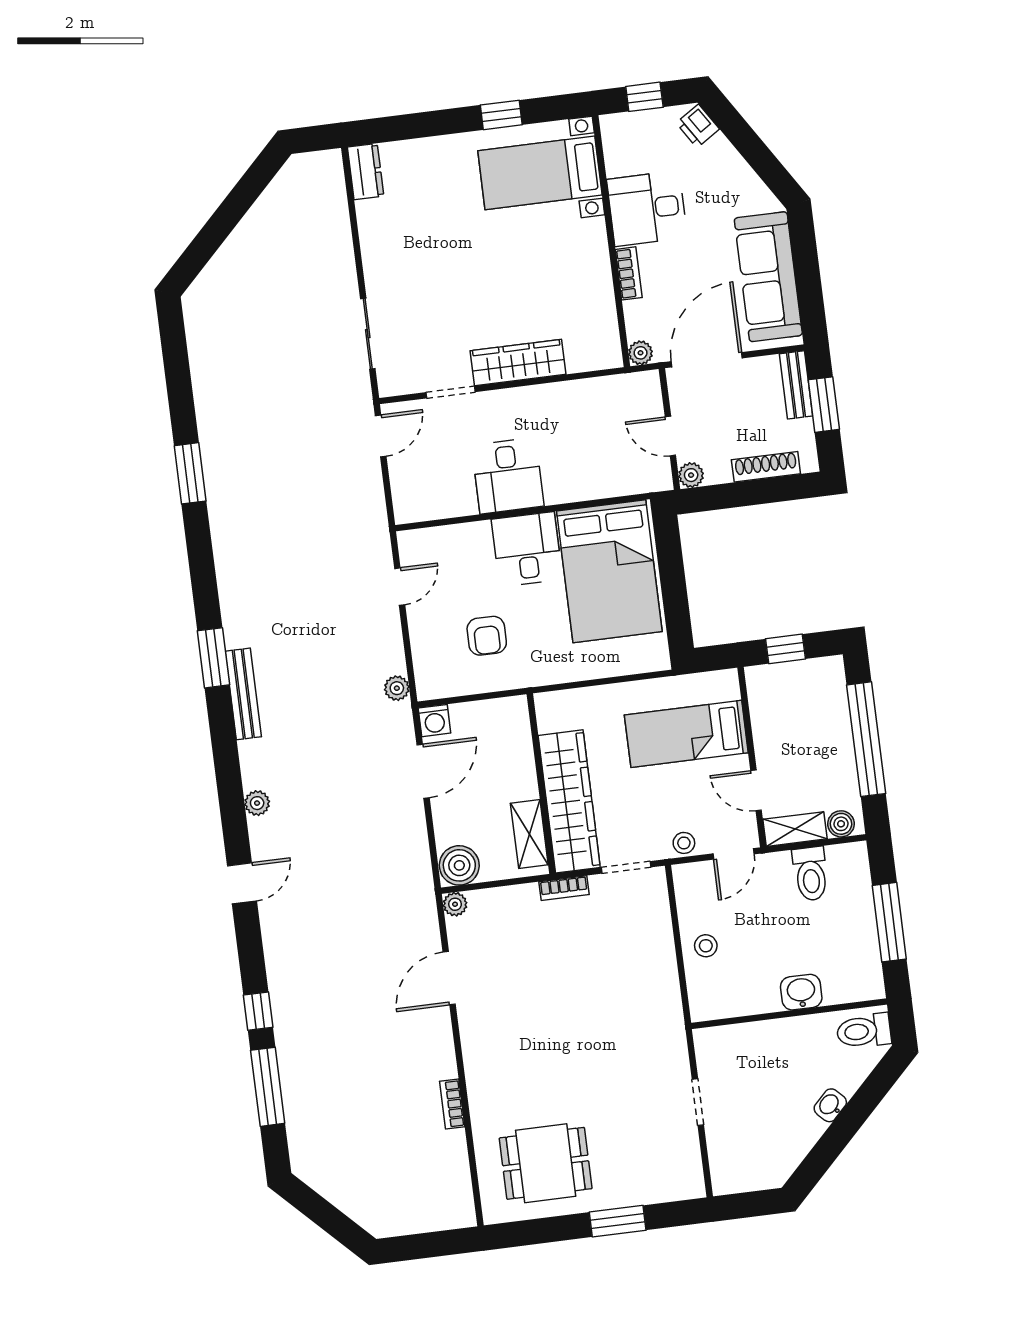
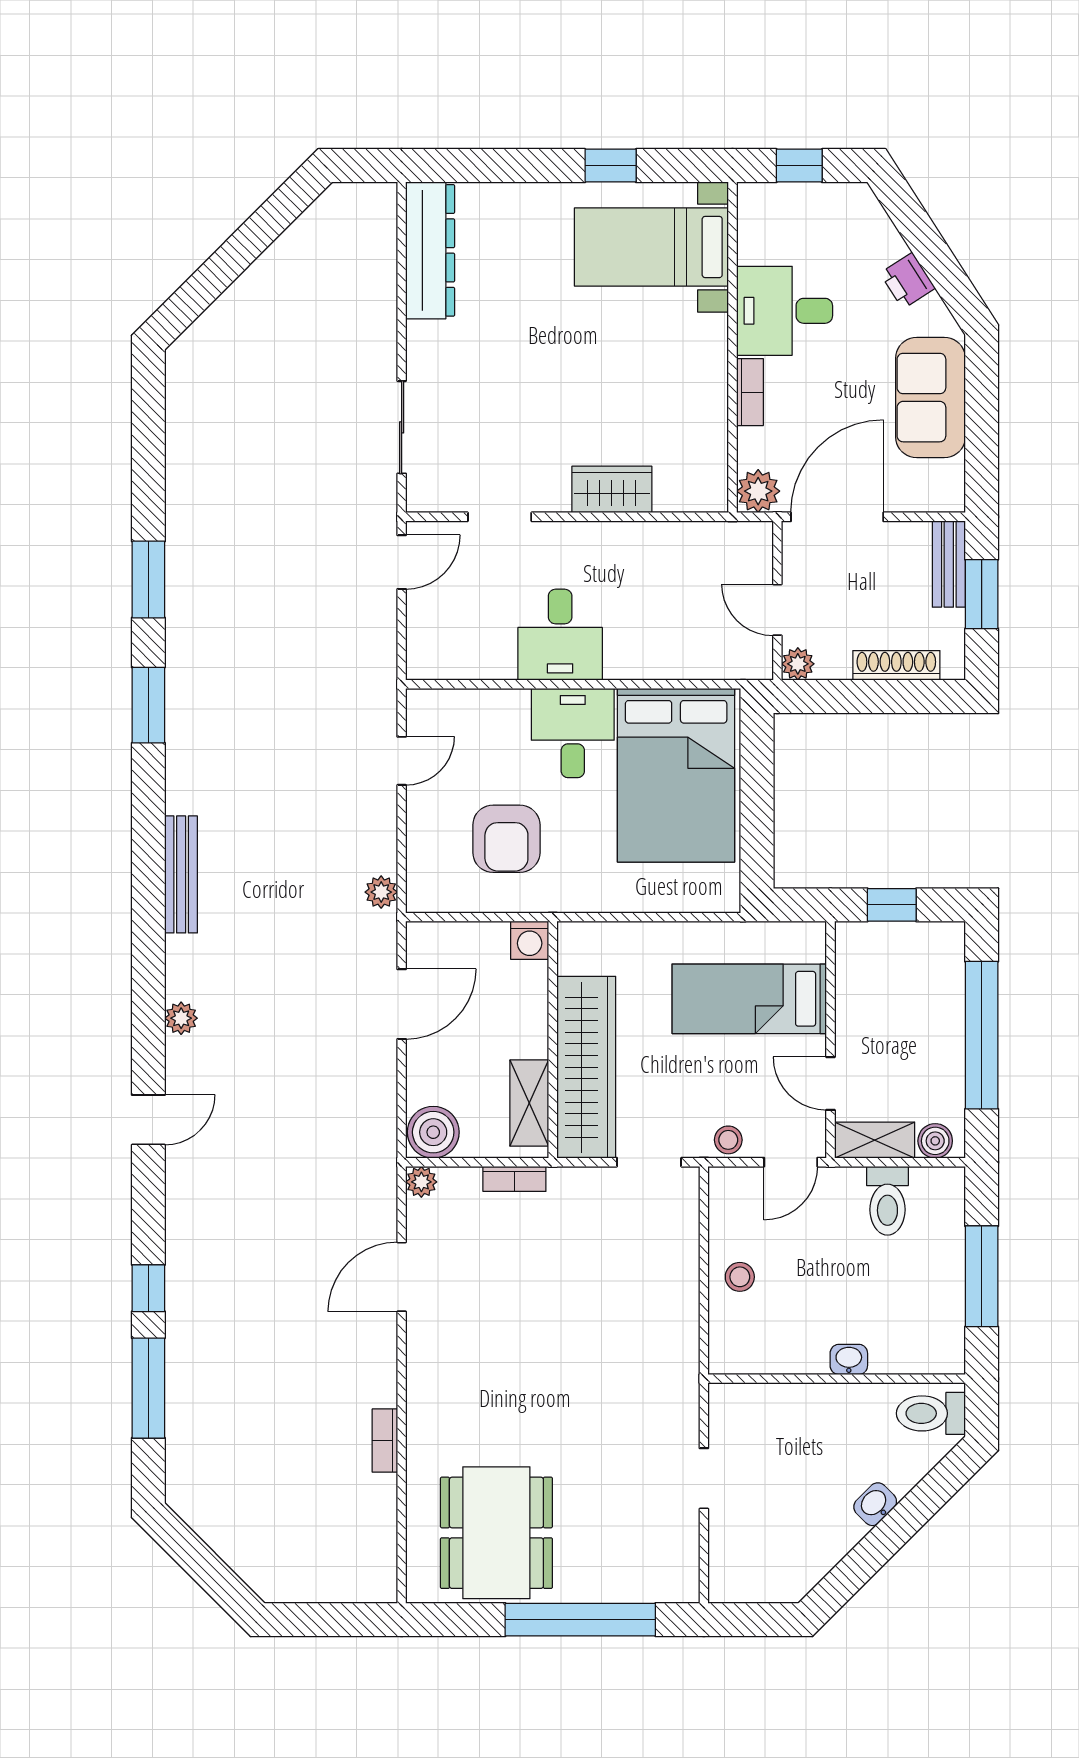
printer: (698, 126) -> (908, 281), moved
dresser: (366, 172) -> (430, 250), width x1.96, depth x1.24
sofa: (768, 277) -> (930, 398), width x0.73
plant: (641, 353) -> (758, 491), width x1.38, depth x1.38
wardrobe: (518, 363) -> (612, 489), width x0.67
armchair: (487, 636) -> (506, 839), width x1.38, depth x1.38
window: (213, 658) -> (148, 705), moved
washing machine: (434, 721) -> (530, 940), moved
bookcase: (564, 888) -> (514, 1179), moved
washbasin: (801, 992) -> (849, 1359), width x0.72, depth x0.69
dining table: (546, 1163) -> (496, 1533), width x1.37
window: (618, 1221) -> (580, 1620), width x2.11

